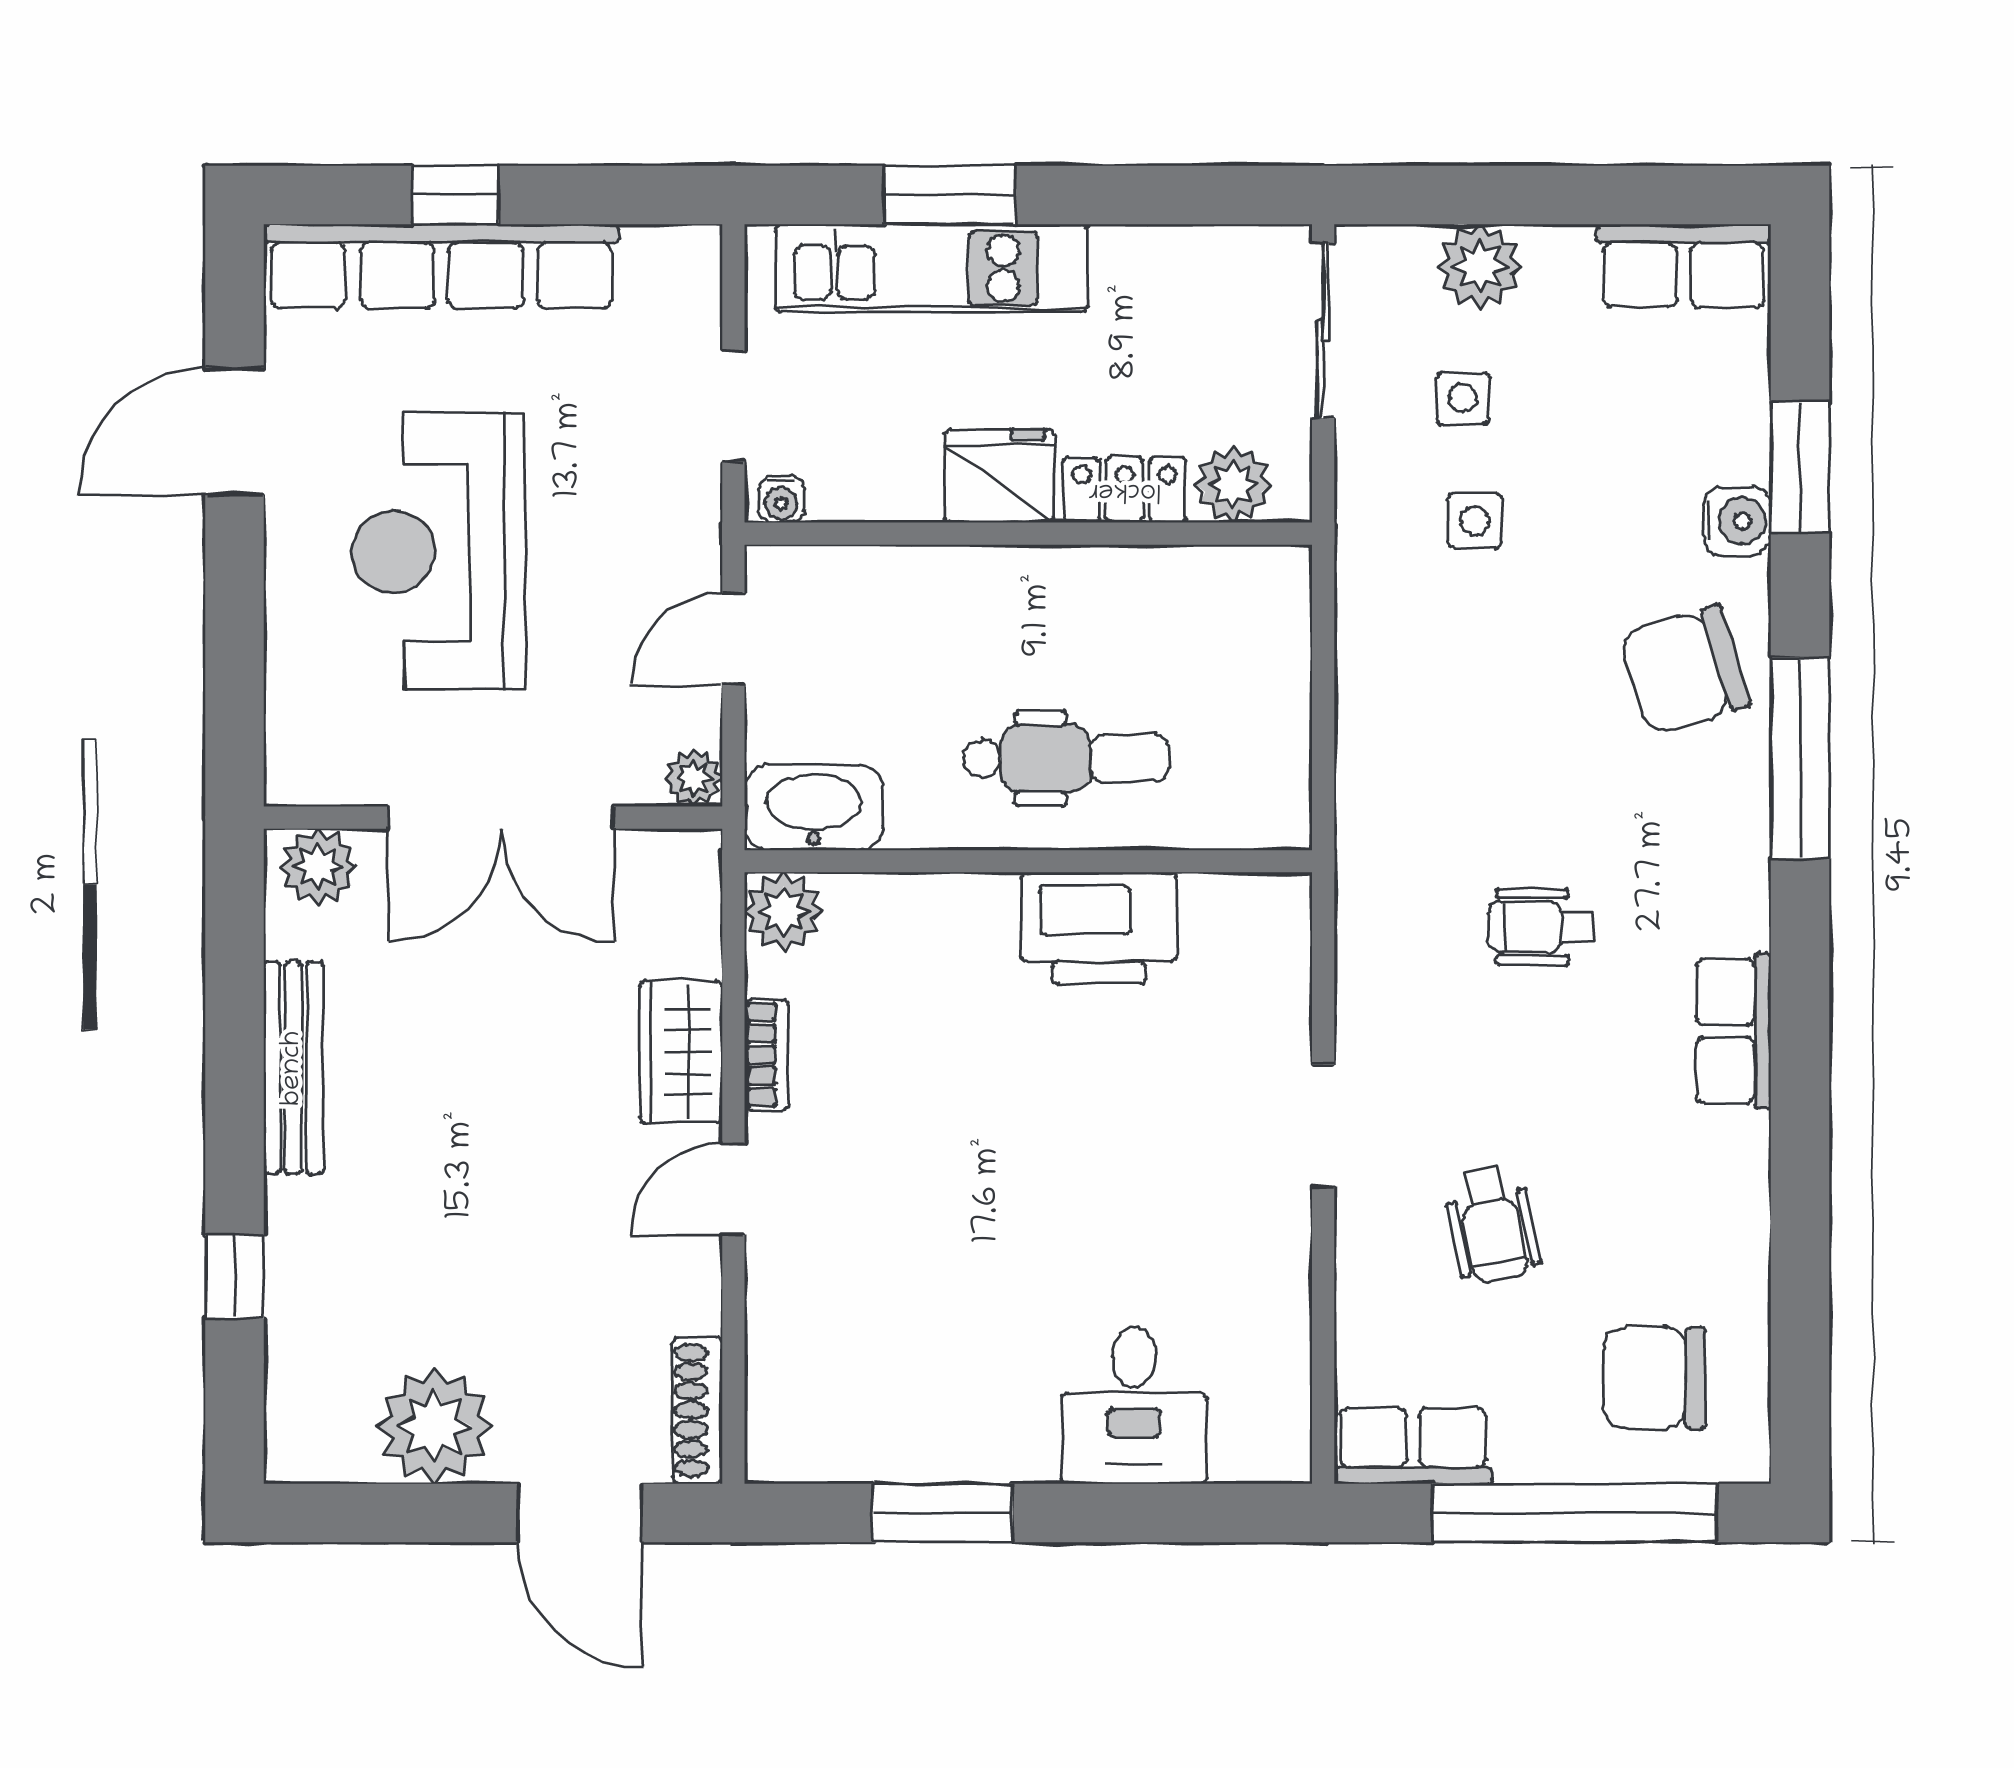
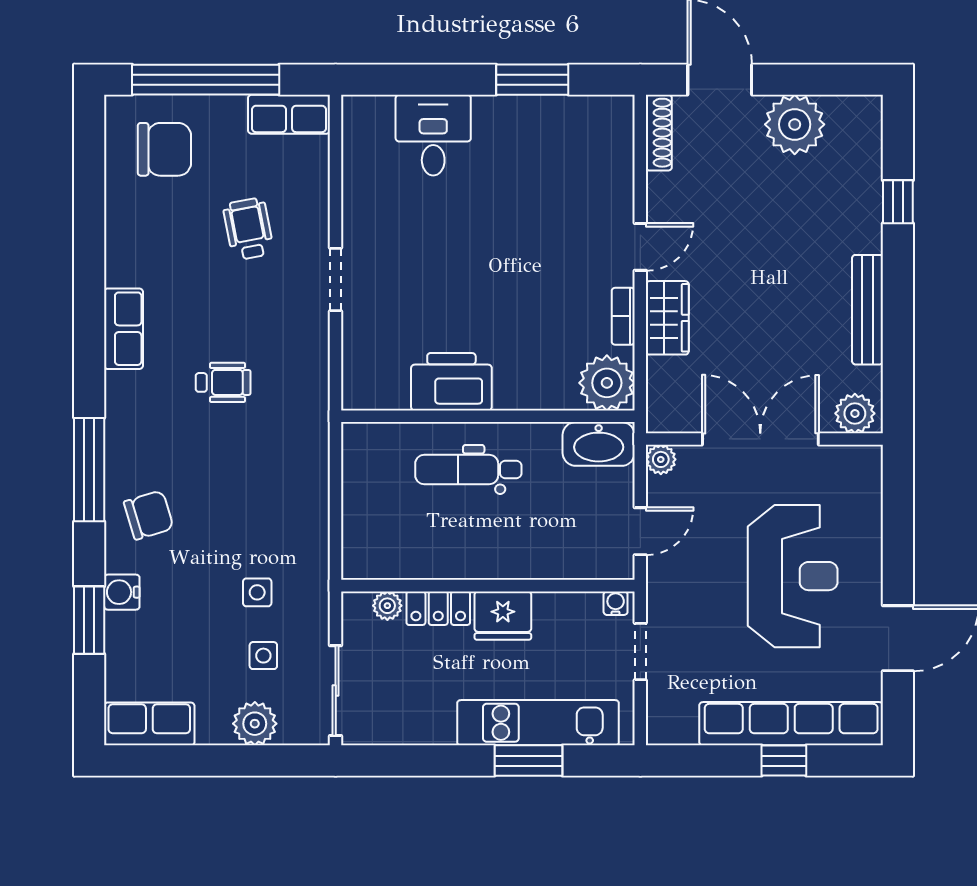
plant: (1233, 484) -> (387, 606), width x0.73, depth x0.73
chair: (1685, 670) -> (149, 515), width x0.73, depth x0.73
plant: (784, 912) -> (607, 383), width x1.36, depth x1.36

